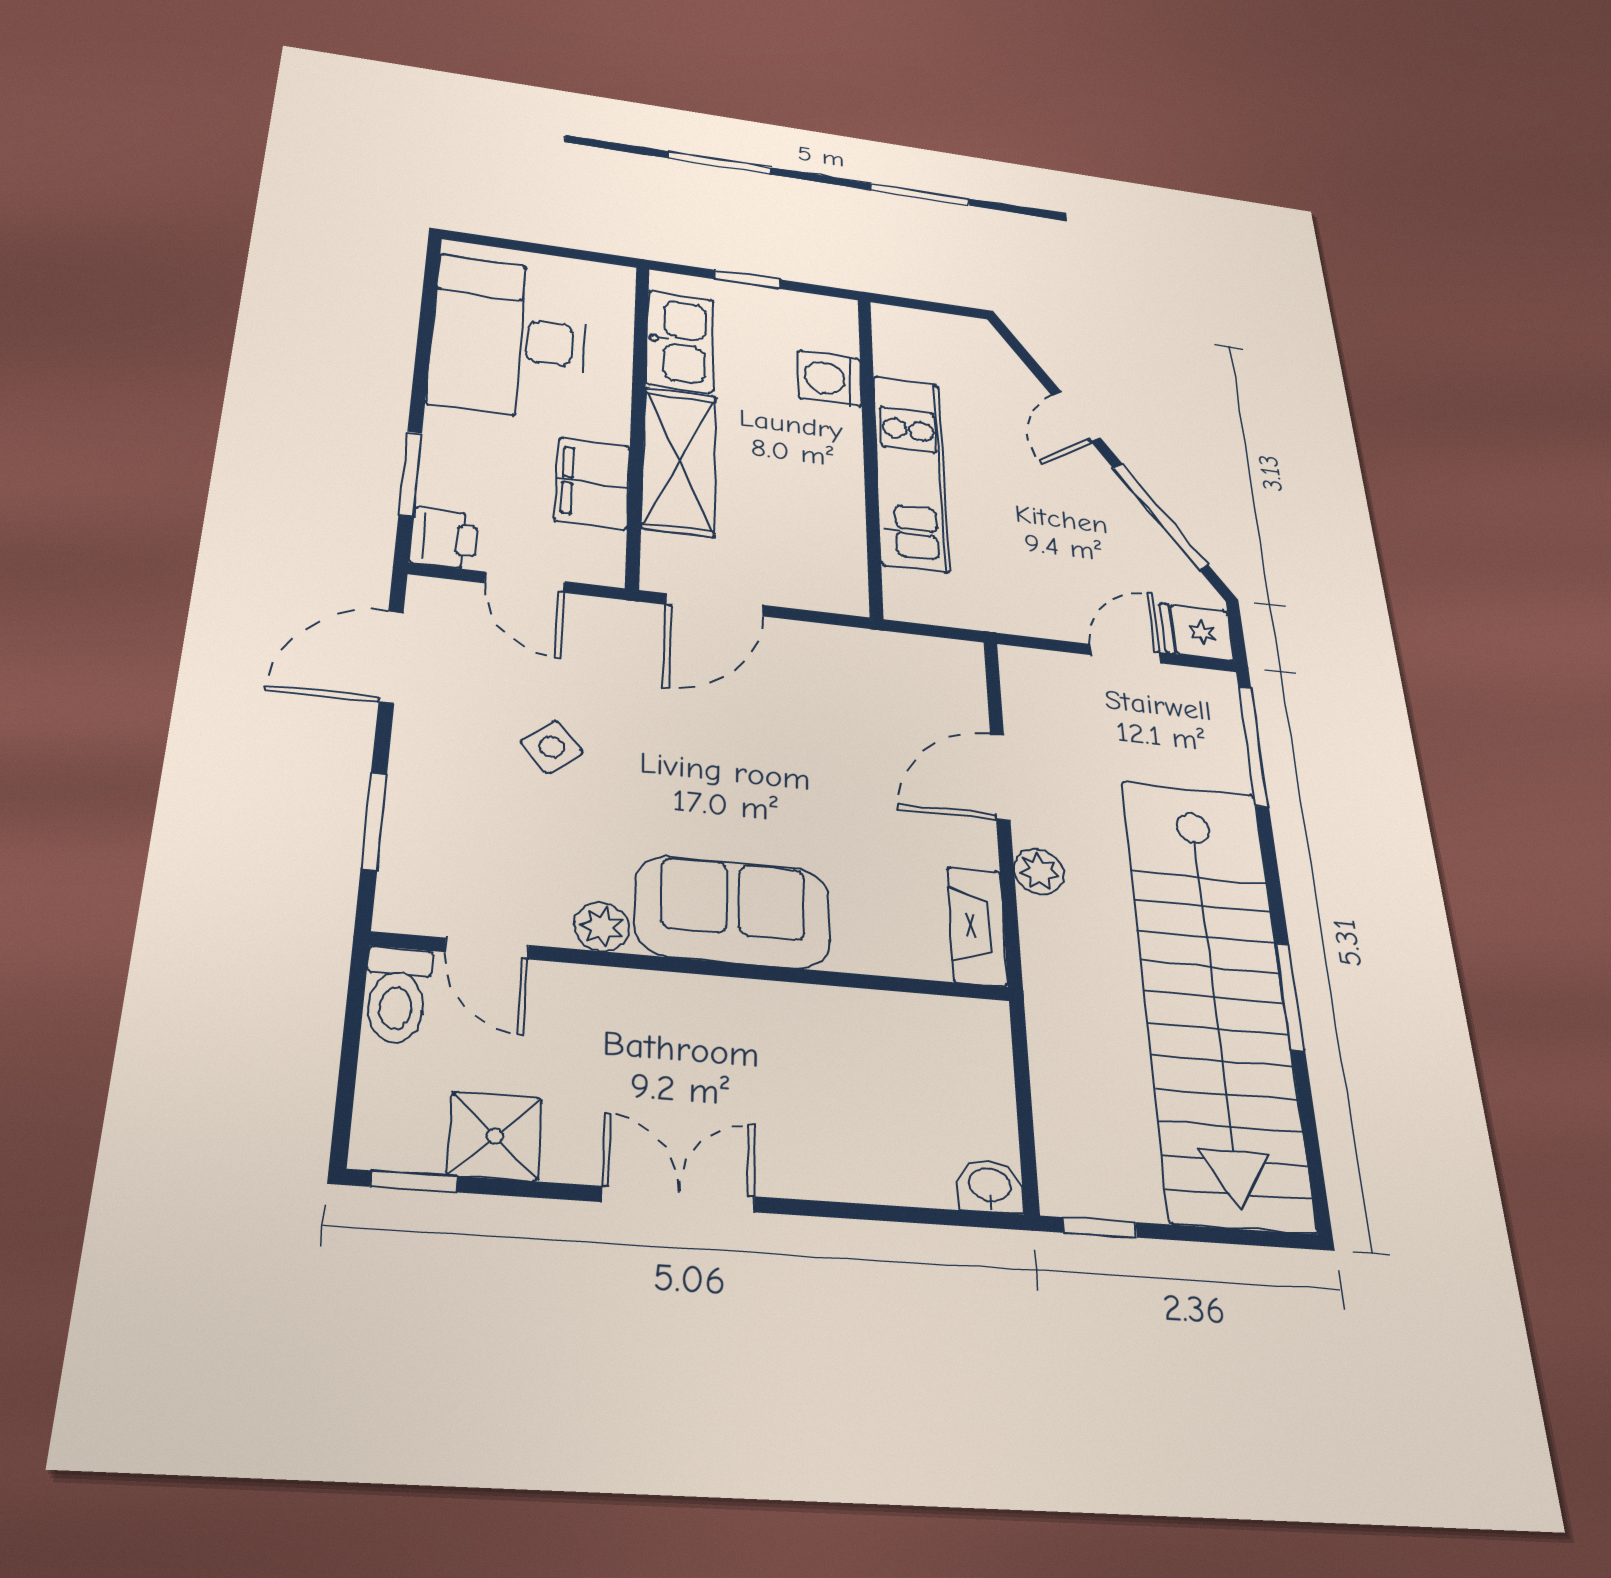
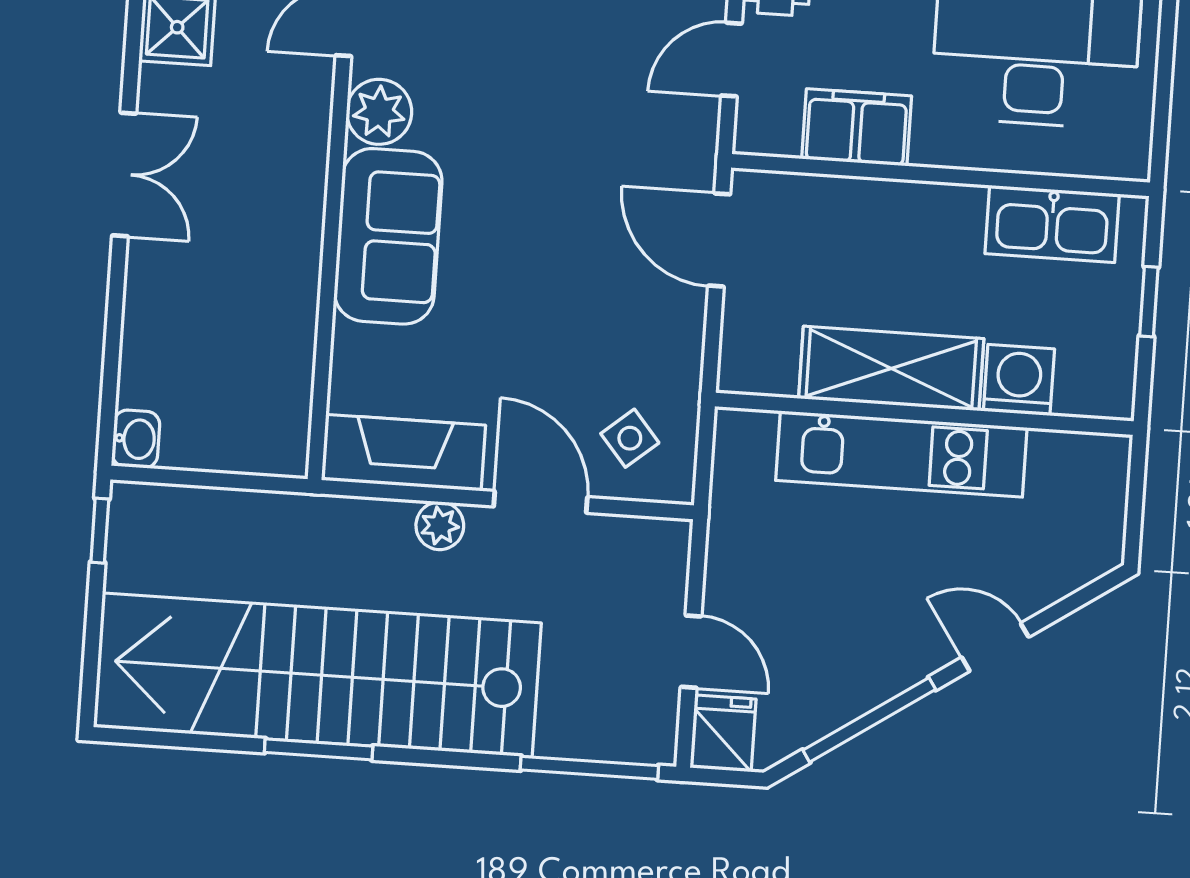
shelving: (679, 461) -> (891, 368), moved
side table: (552, 747) -> (630, 438), moved
fireplace: (977, 926) -> (403, 453), width x1.37, depth x1.32
plant: (602, 927) -> (379, 112), width x1.38, depth x1.38

